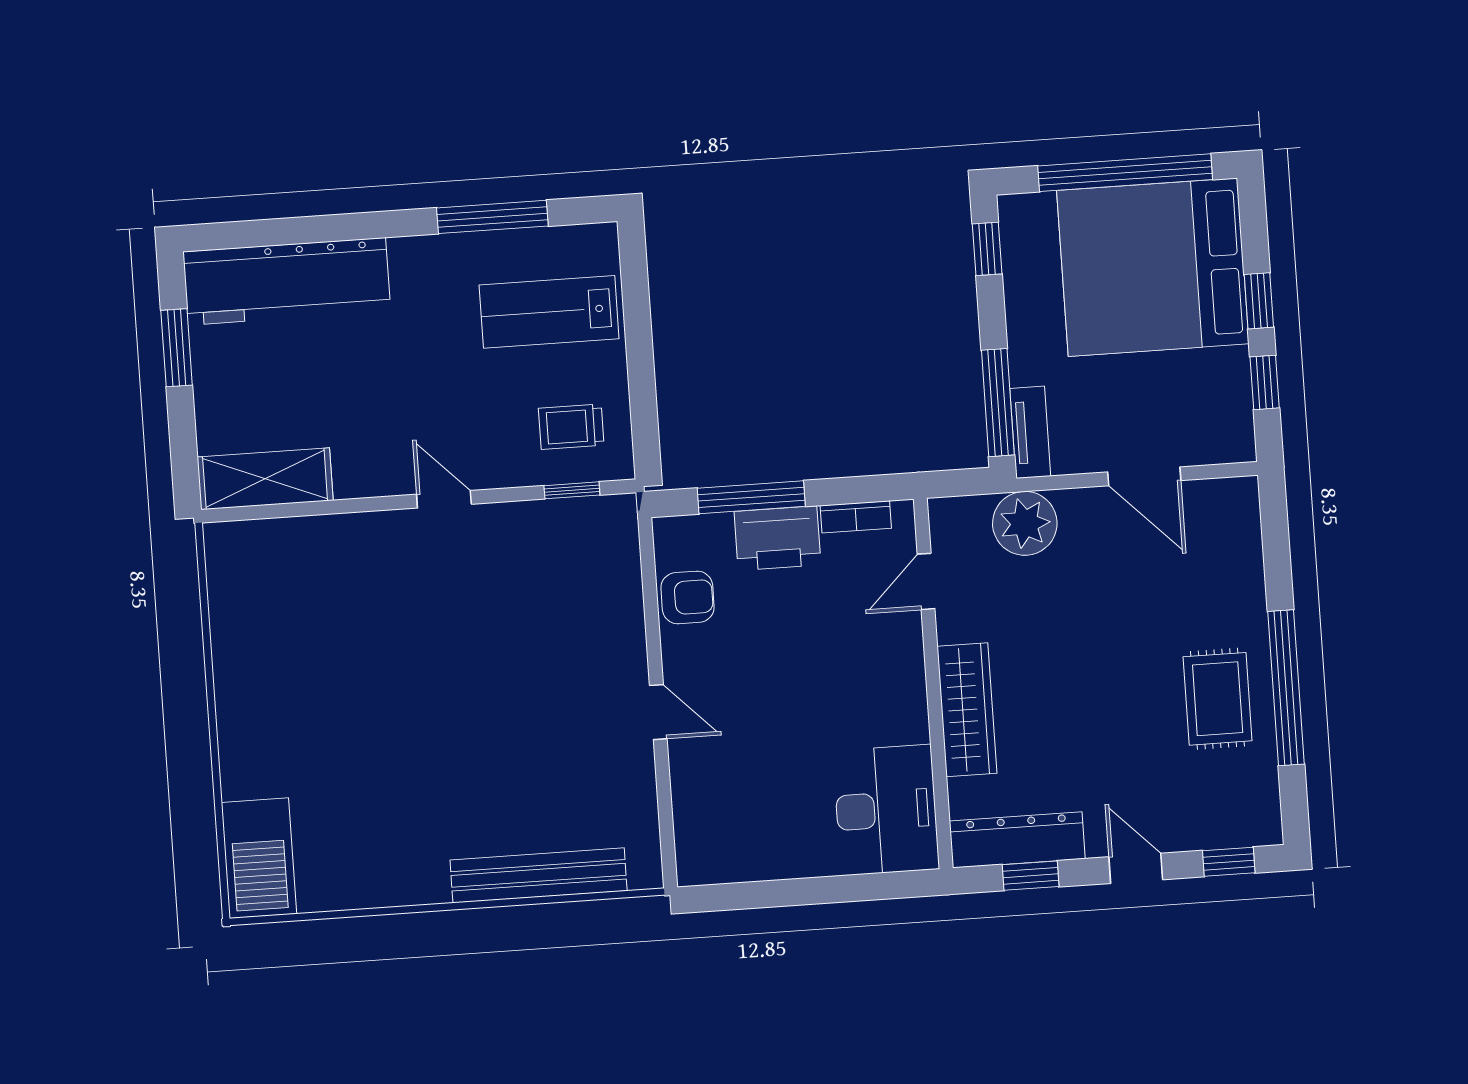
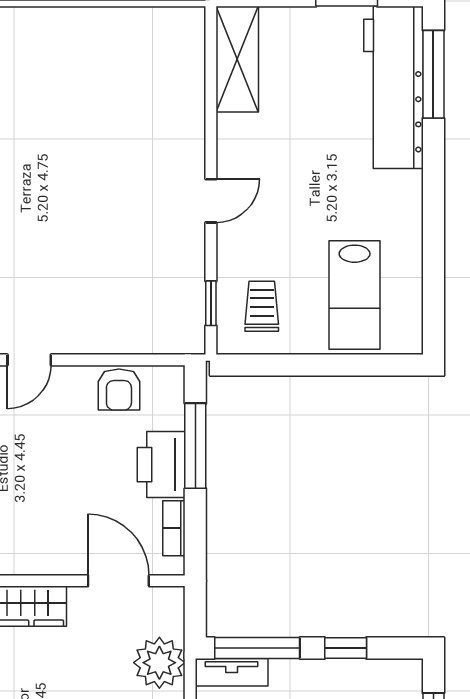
window: (492, 217) -> (433, 74), moved
window: (987, 249) -> (346, 648), moved
lab bench: (549, 312) -> (355, 295), turned 180
door: (926, 581) -> (118, 581), width x1.38

